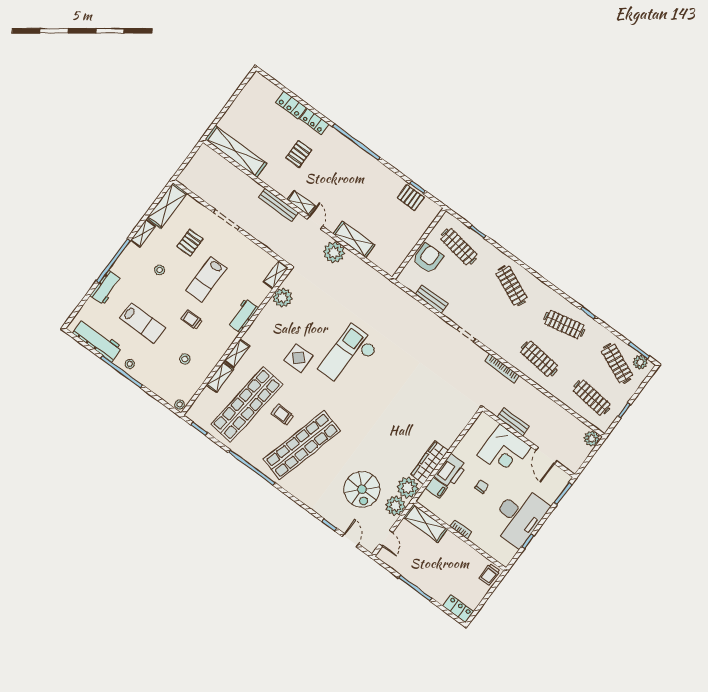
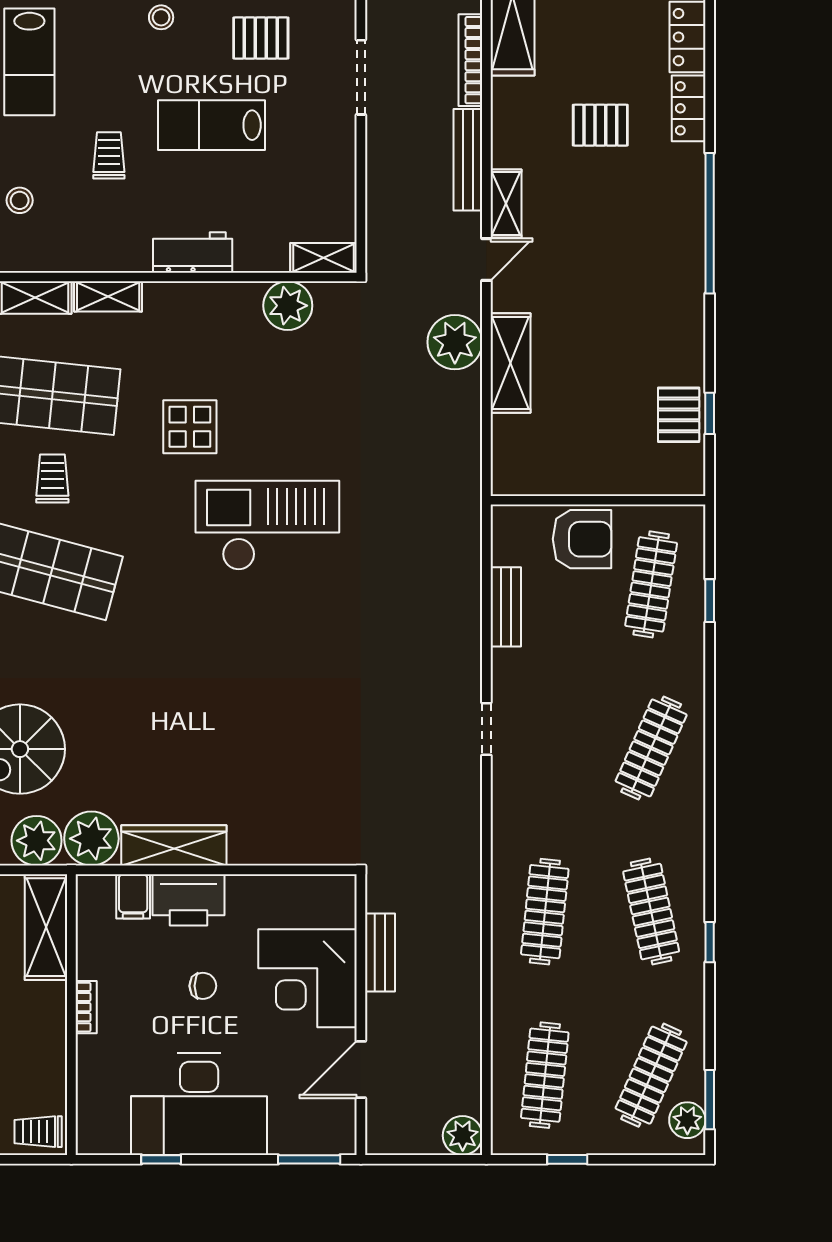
bookcase: (502, 369) -> (470, 60), moved

